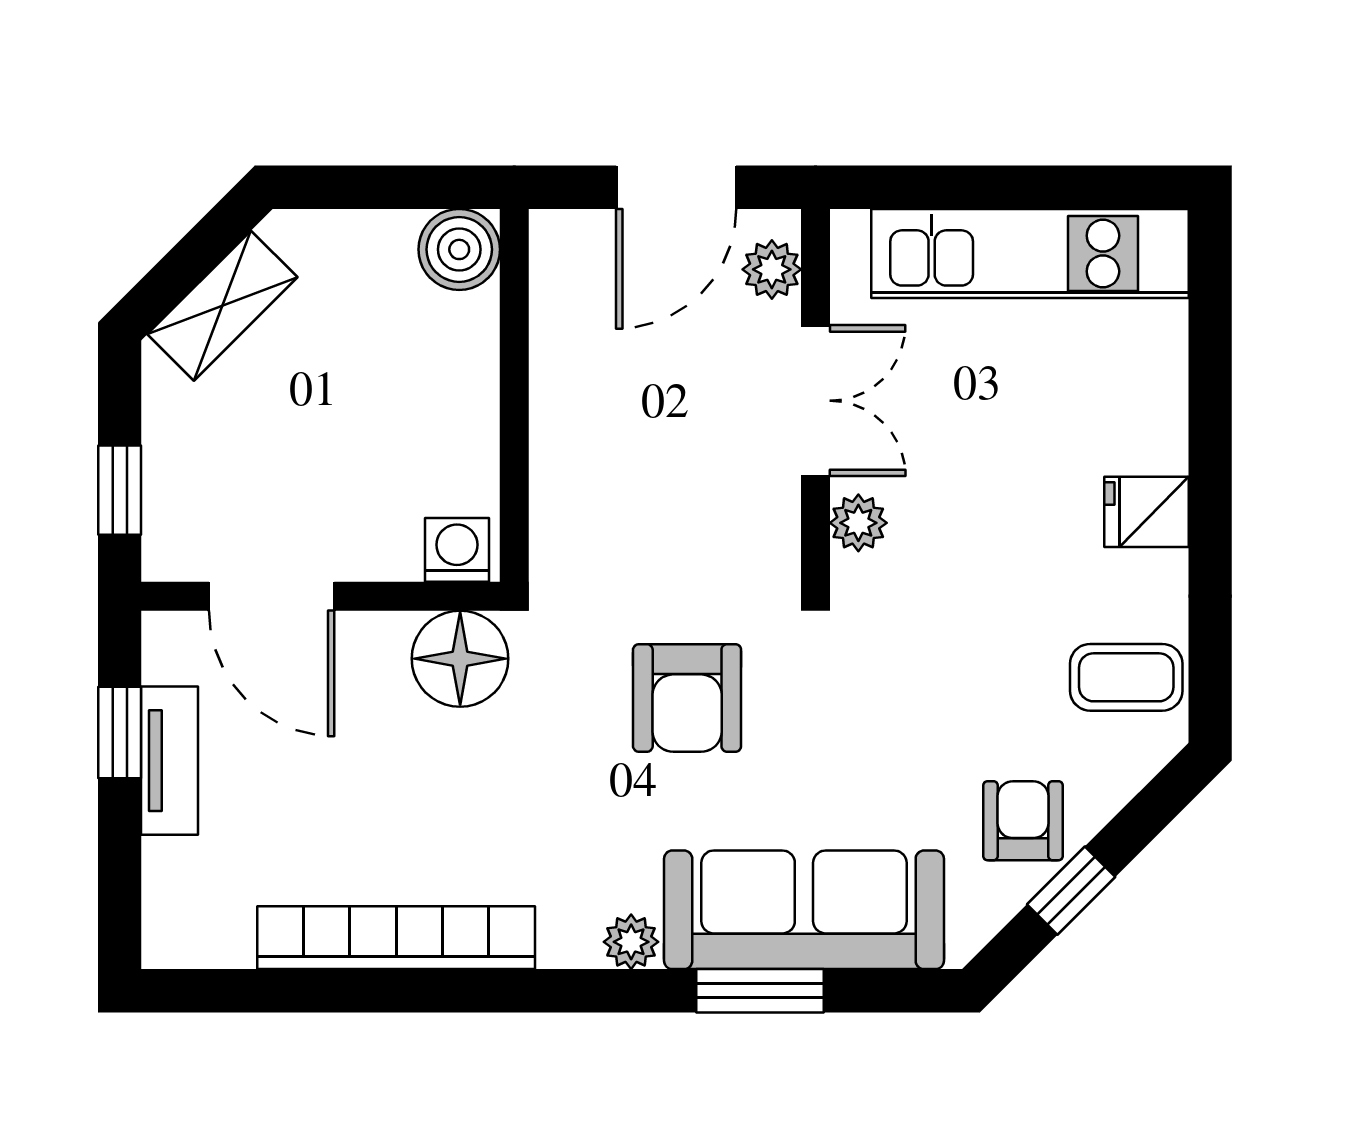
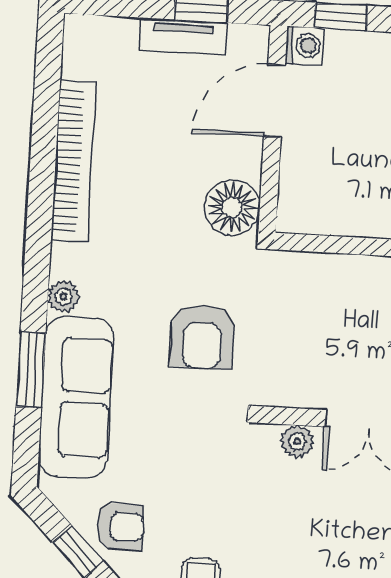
washing machine: (457, 550) -> (305, 45), moved
armchair: (687, 698) -> (202, 337), turned -90

